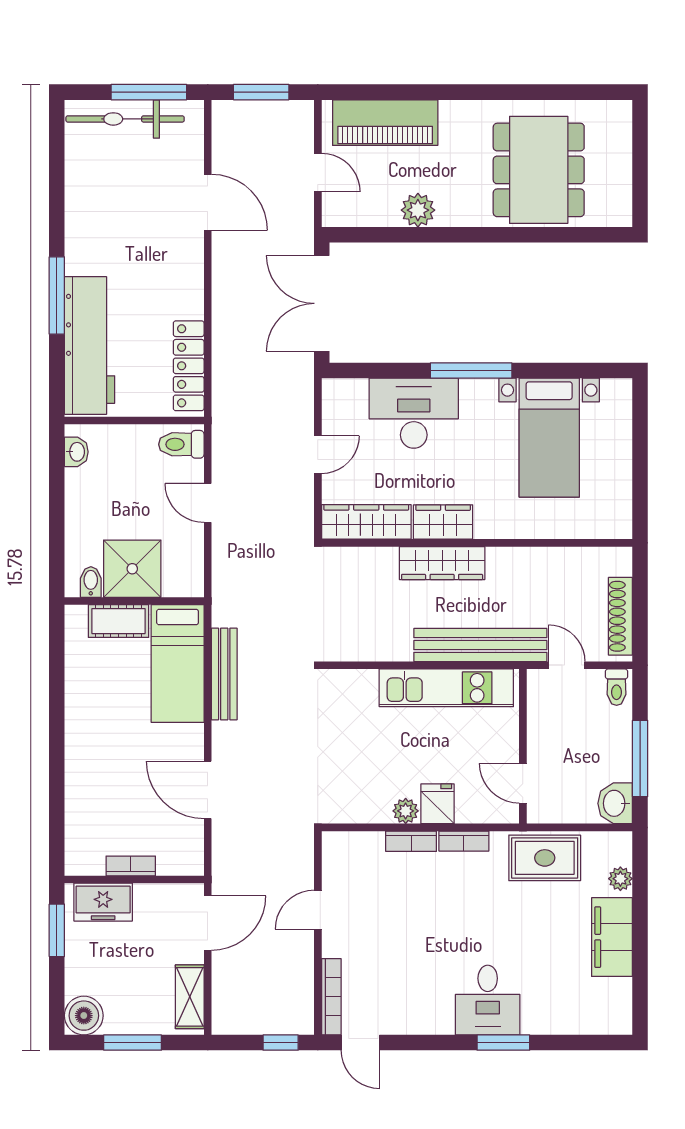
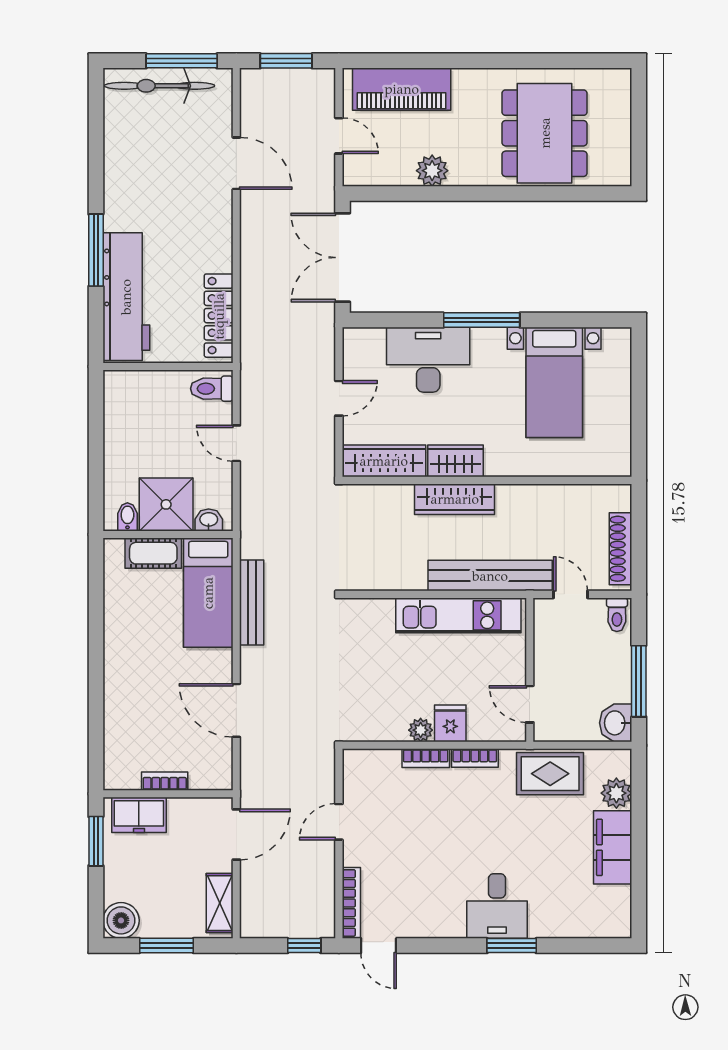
washbasin: (76, 452) -> (209, 520), moved, turned -90
plant: (620, 879) -> (616, 793), width x1.38, depth x1.38

